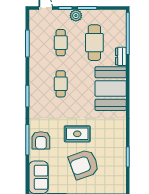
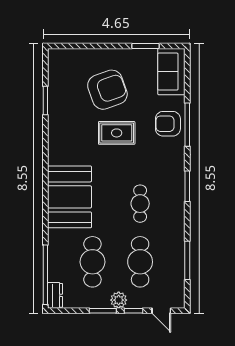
cafe table: (61, 43) -> (140, 262), width x1.37, depth x1.35
dresser: (121, 56) -> (55, 295), moved
armchair: (41, 140) -> (168, 124), turned -90

